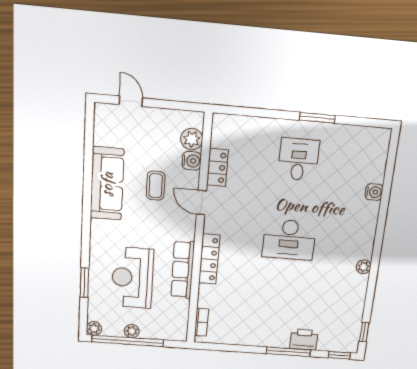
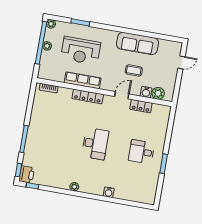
desk: (298, 159) -> (141, 152), turned 180
water cooler: (374, 192) -> (109, 192), moved
desk: (289, 240) -> (95, 144), turned 180
reception desk: (132, 278) -> (81, 51), turned 180
printer: (304, 340) -> (27, 174), moved

